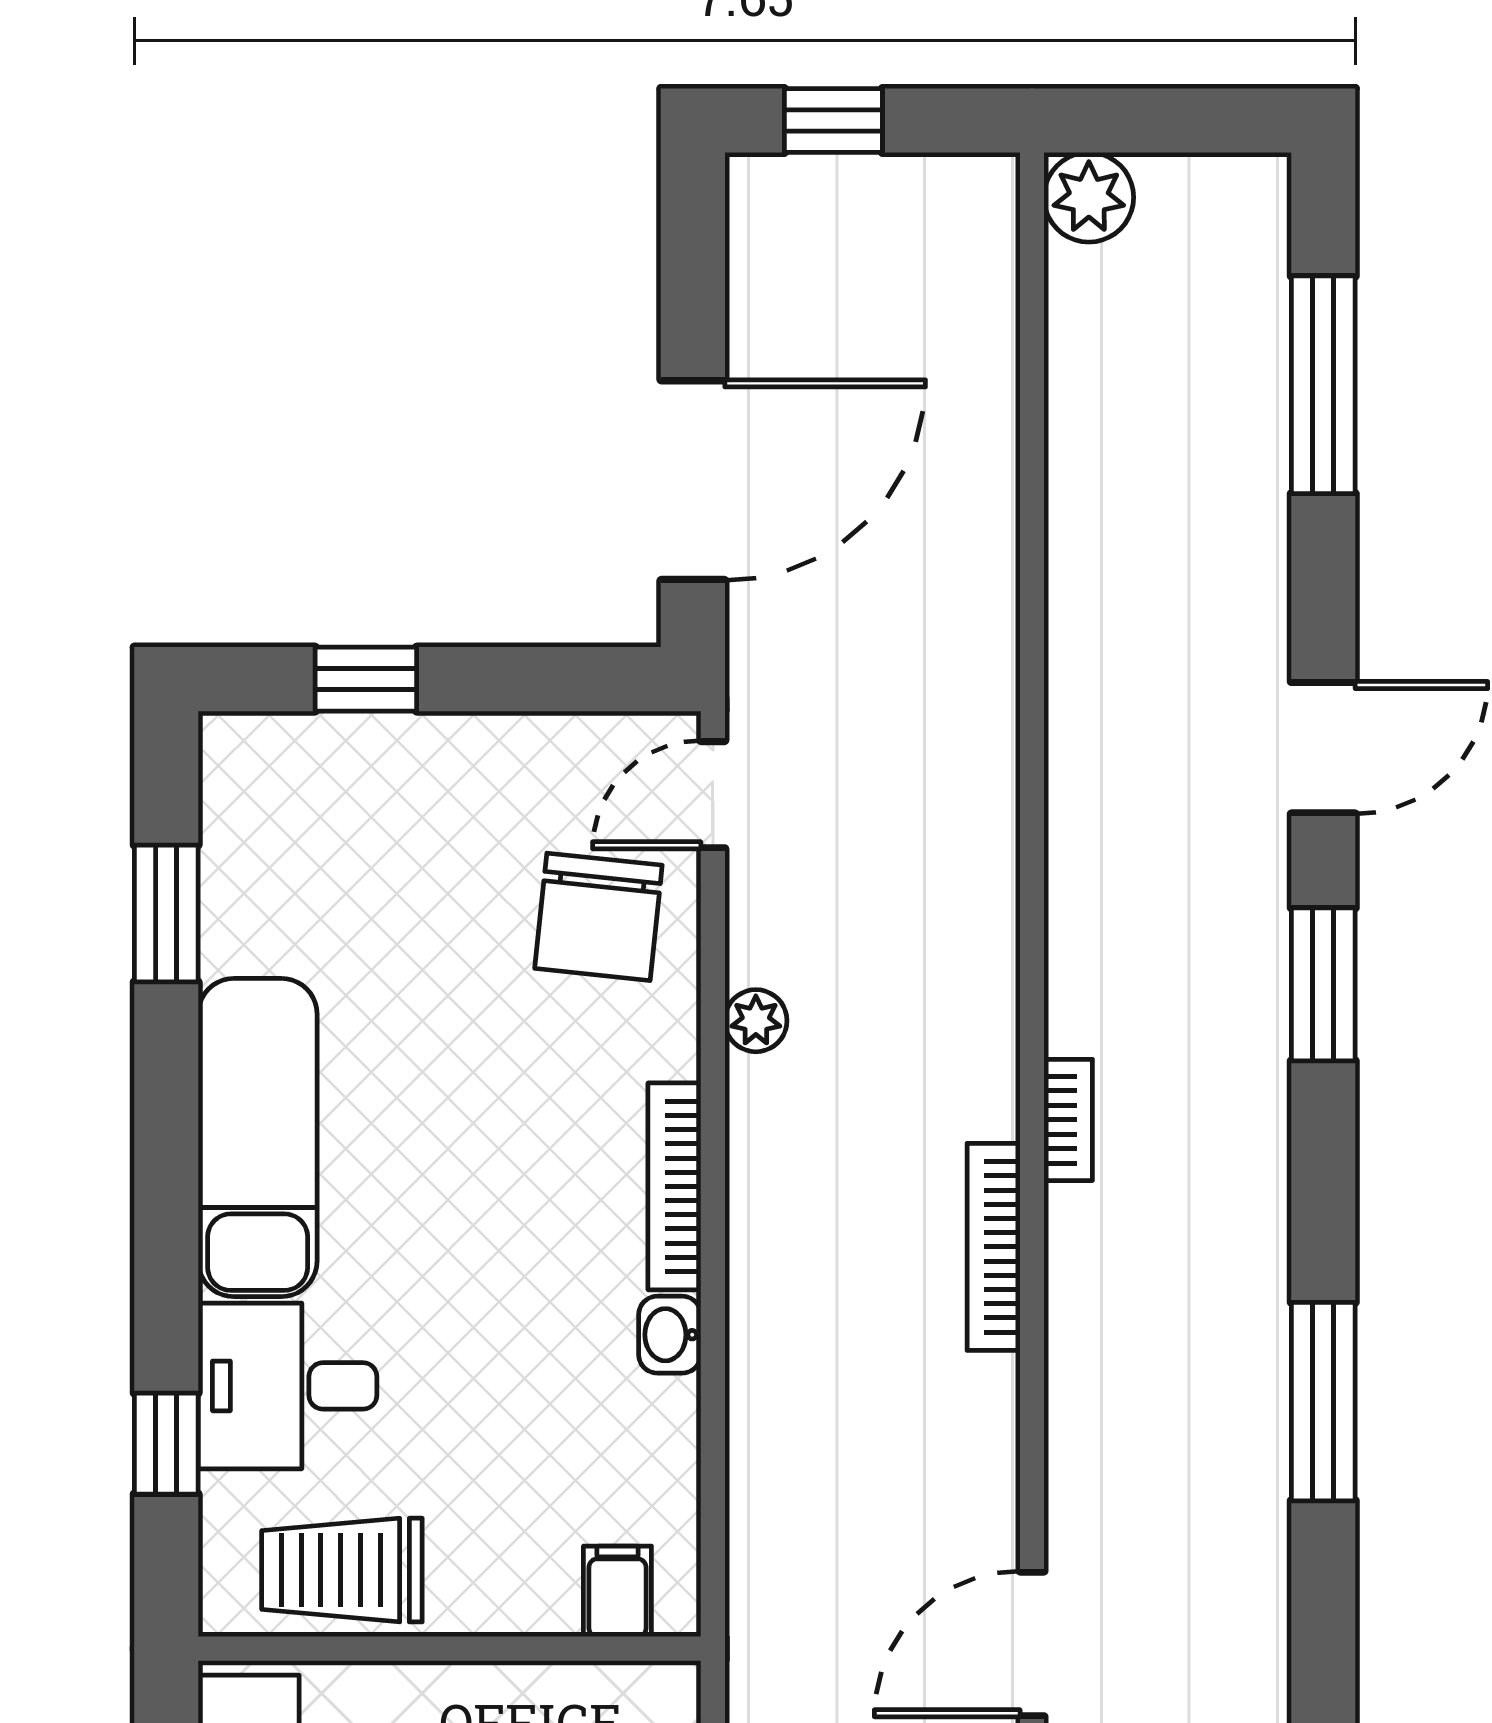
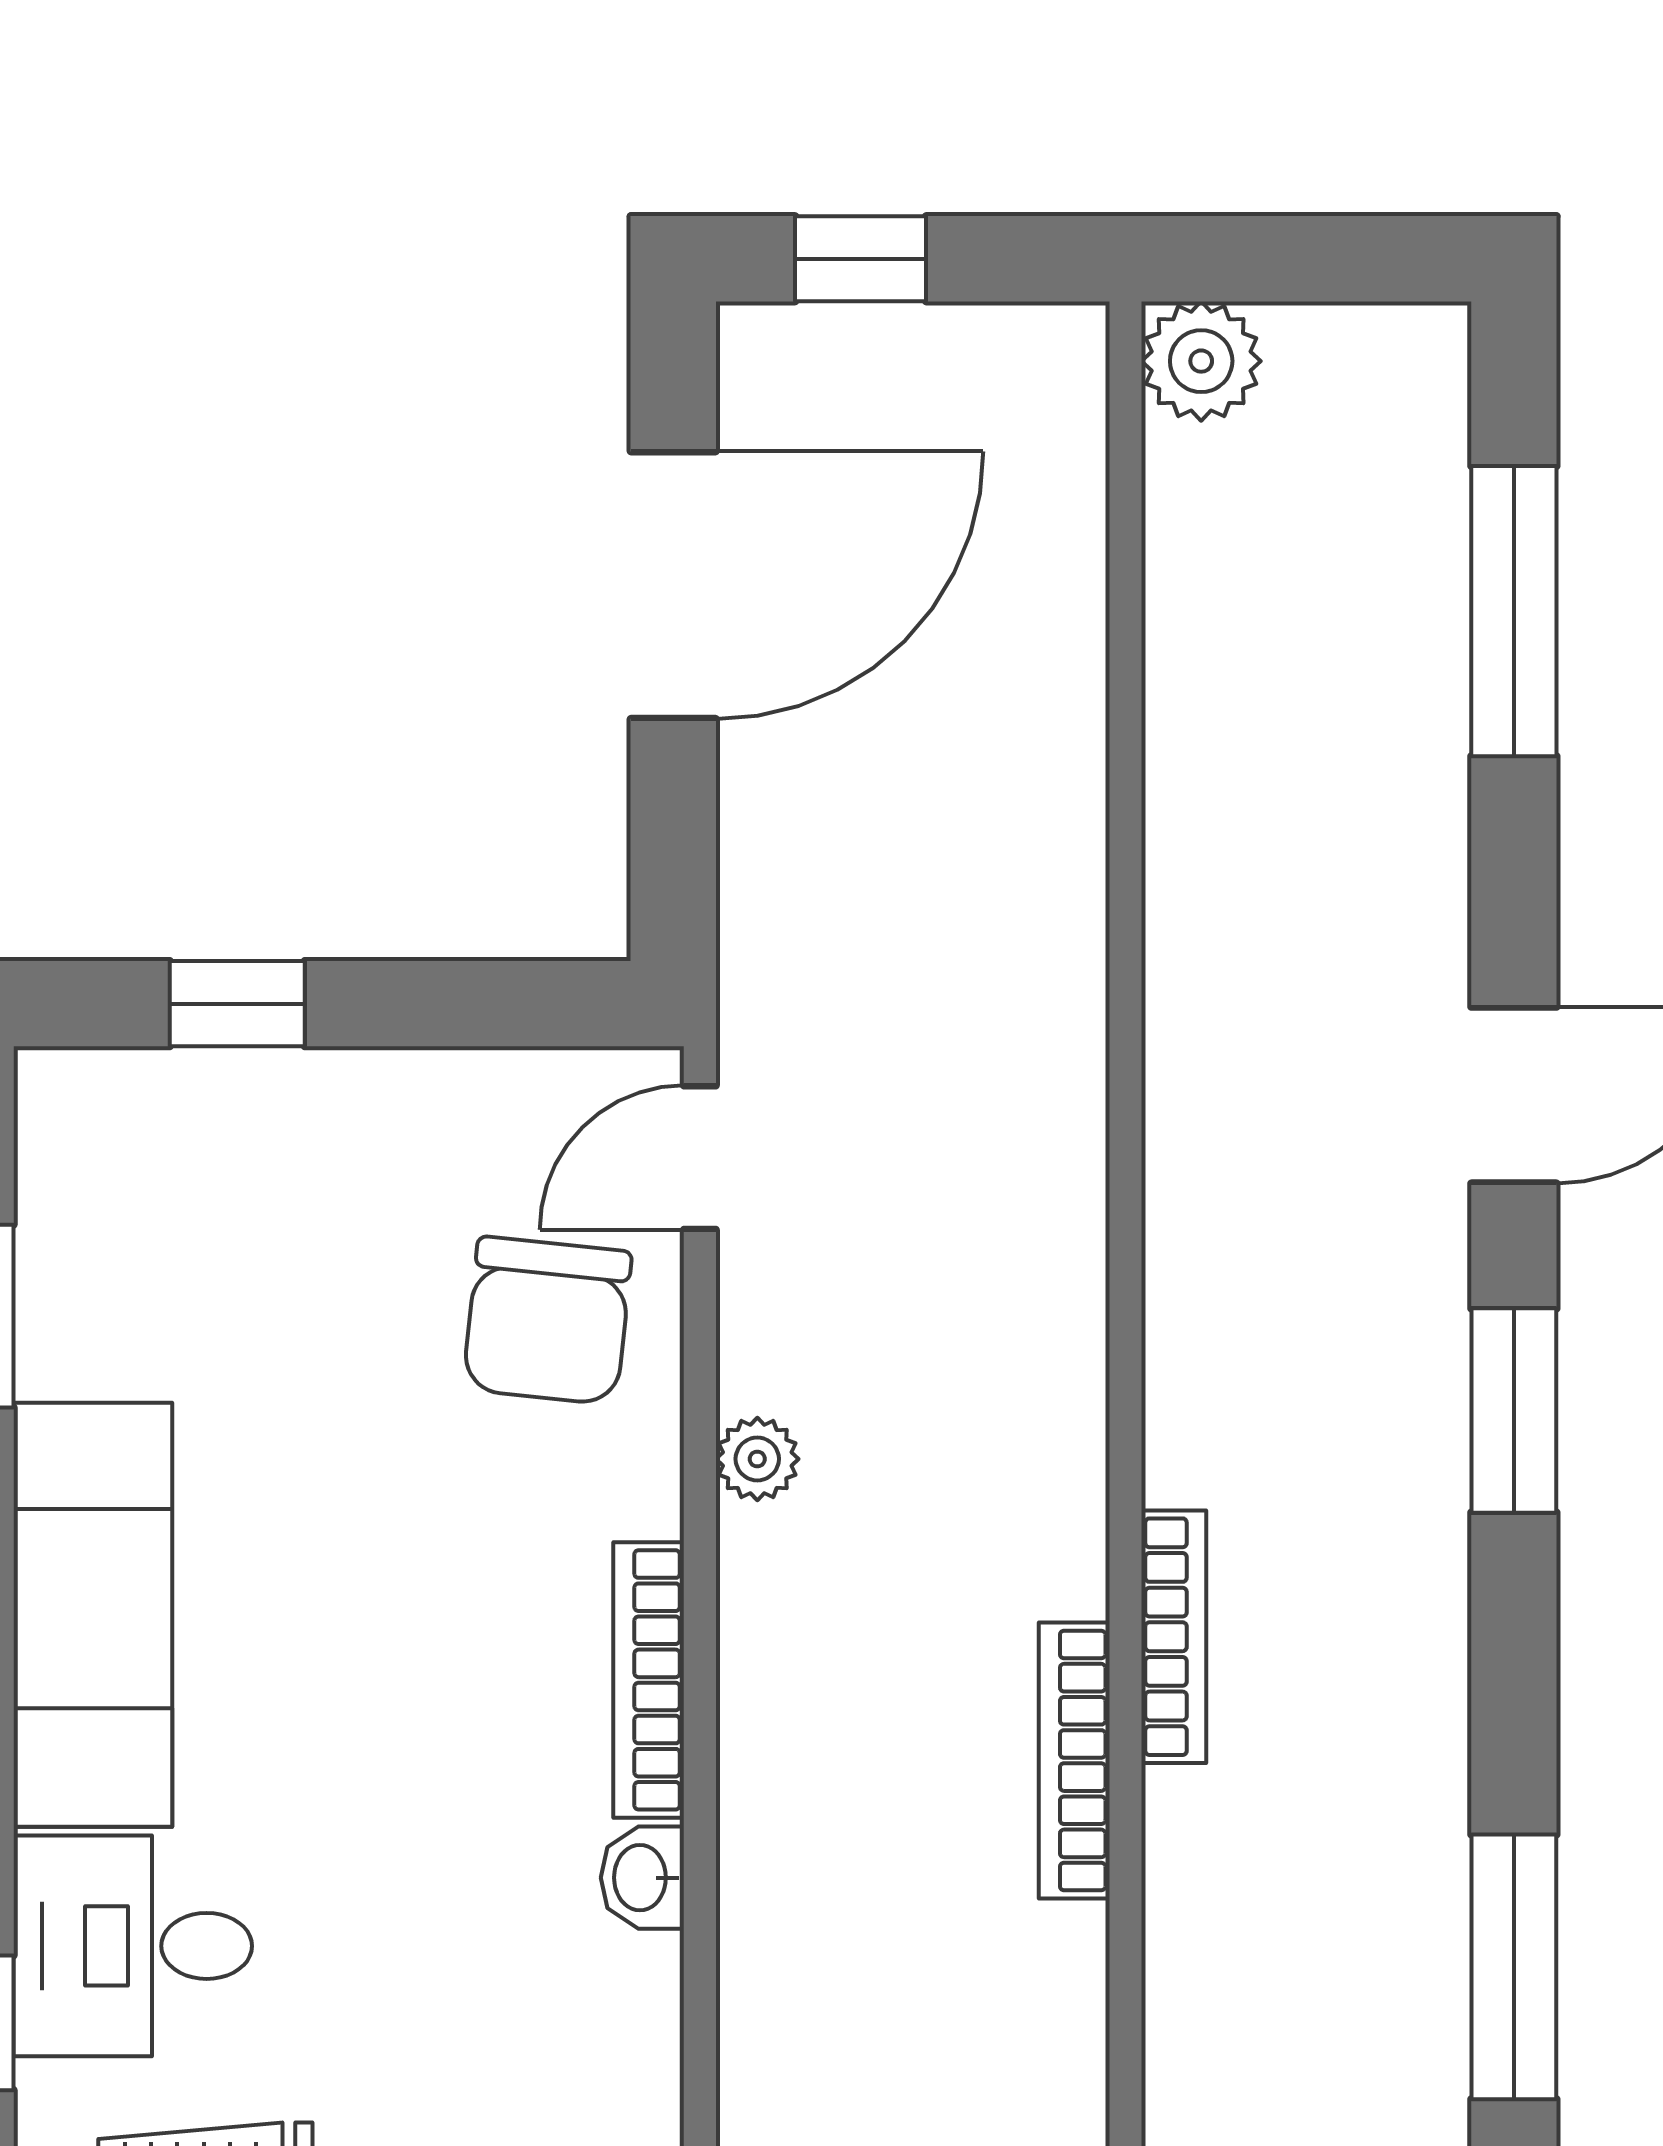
door: (693, 480) -> (673, 585), moved
bookcase: (1068, 1120) -> (1174, 1637), width x1.56

